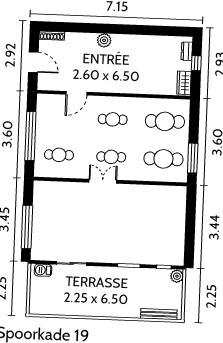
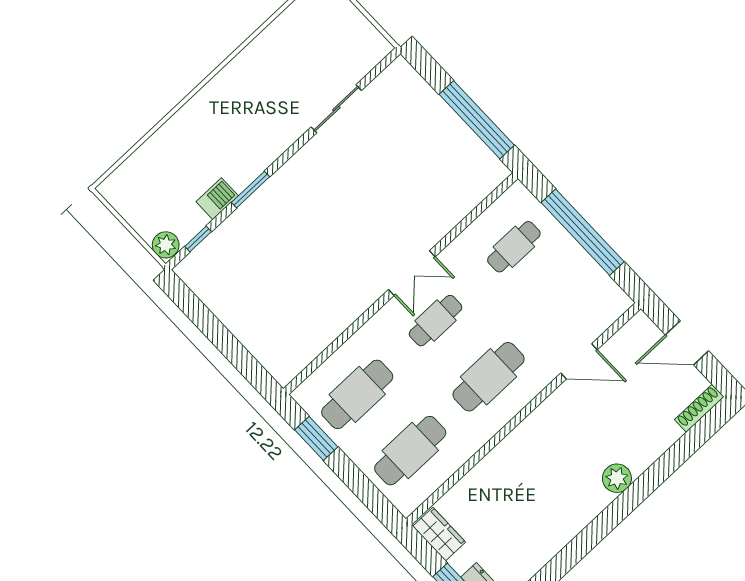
door: (76, 93) -> (579, 361), swing flipped
cafe table: (113, 119) -> (489, 377), width x1.37, depth x1.35
window: (193, 158) -> (316, 438), width x0.69
window: (27, 227) -> (477, 120), moved
barbecue: (43, 270) -> (217, 199), moved
bench: (159, 314) -> (136, 163), removed

